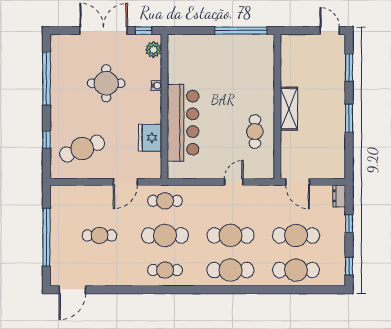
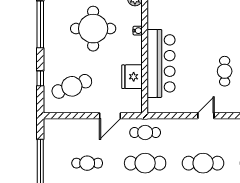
round table: (106, 83) -> (93, 29), width x1.36, depth x1.36

